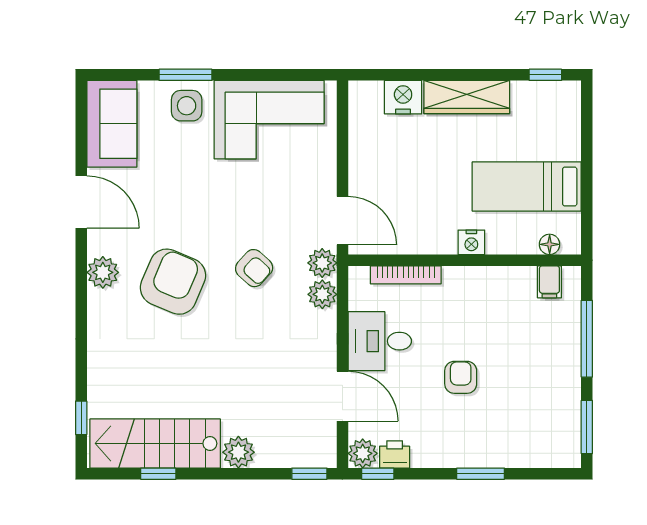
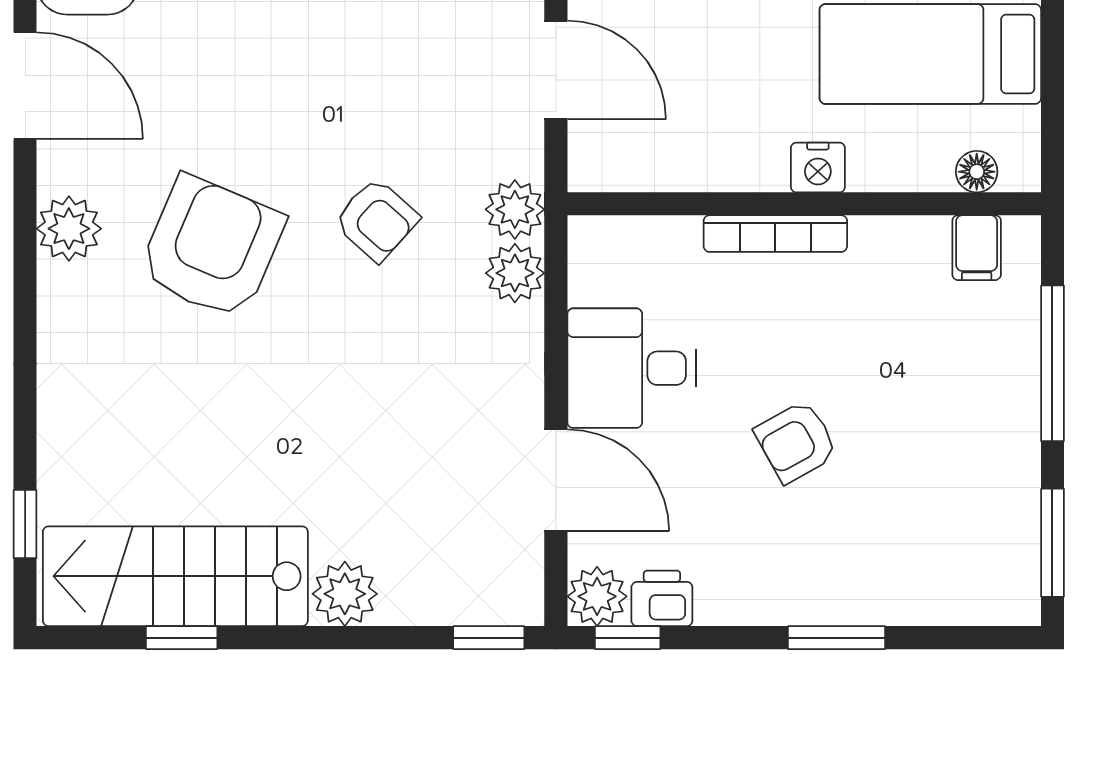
door: (342, 221) -> (556, 70), moved
bookcase: (406, 275) -> (775, 234), moved
armchair: (461, 377) -> (796, 442), turned -119

